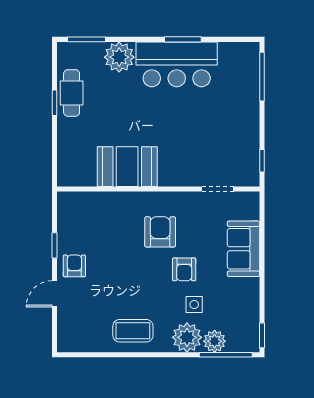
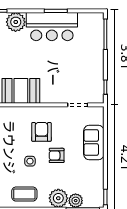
armchair: (184, 269) -> (57, 155), turned 90
side table: (194, 304) -> (30, 161), moved

